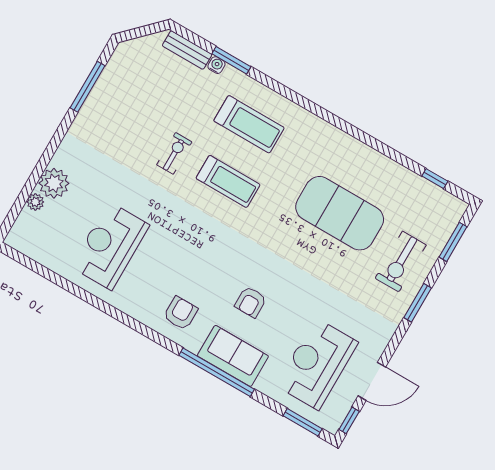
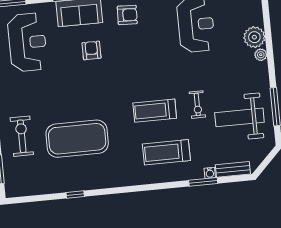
weight bench: (137, 104) -> (239, 117), added
window: (435, 179) -> (75, 194), moved
plant: (35, 202) -> (261, 55), moved
armchair: (181, 313) -> (127, 15), turned -88

